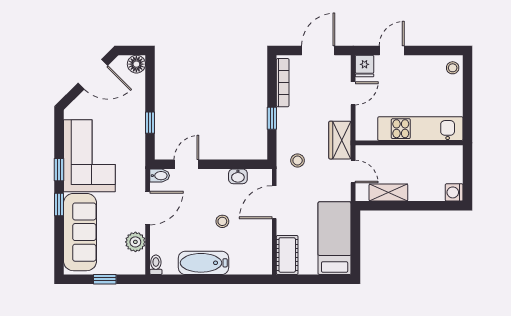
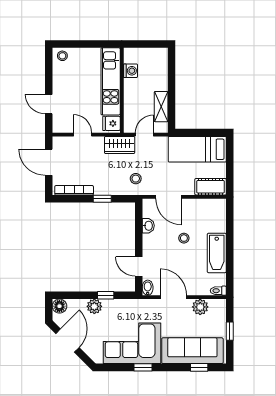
fridge: (365, 66) -> (111, 123), moved, turned 180
plant: (136, 108) -> (94, 306), added
washing machine: (454, 192) -> (130, 71), moved, turned -90
window: (59, 204) -> (199, 367), moved

